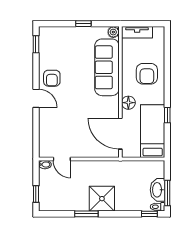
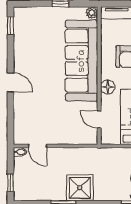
sofa: (107, 67) -> (82, 61), width x1.36, depth x1.27
armchair: (52, 78) -> (27, 61), removed
door: (120, 134) -> (99, 120), width x0.53

